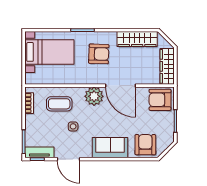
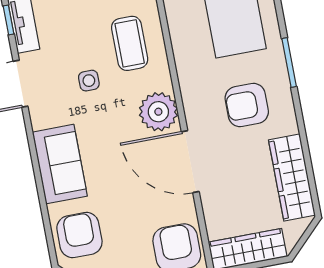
armchair: (99, 54) -> (247, 105), turned 88
door: (121, 86) -> (190, 162), hinge flipped
armchair: (145, 145) -> (79, 235), turned -90

